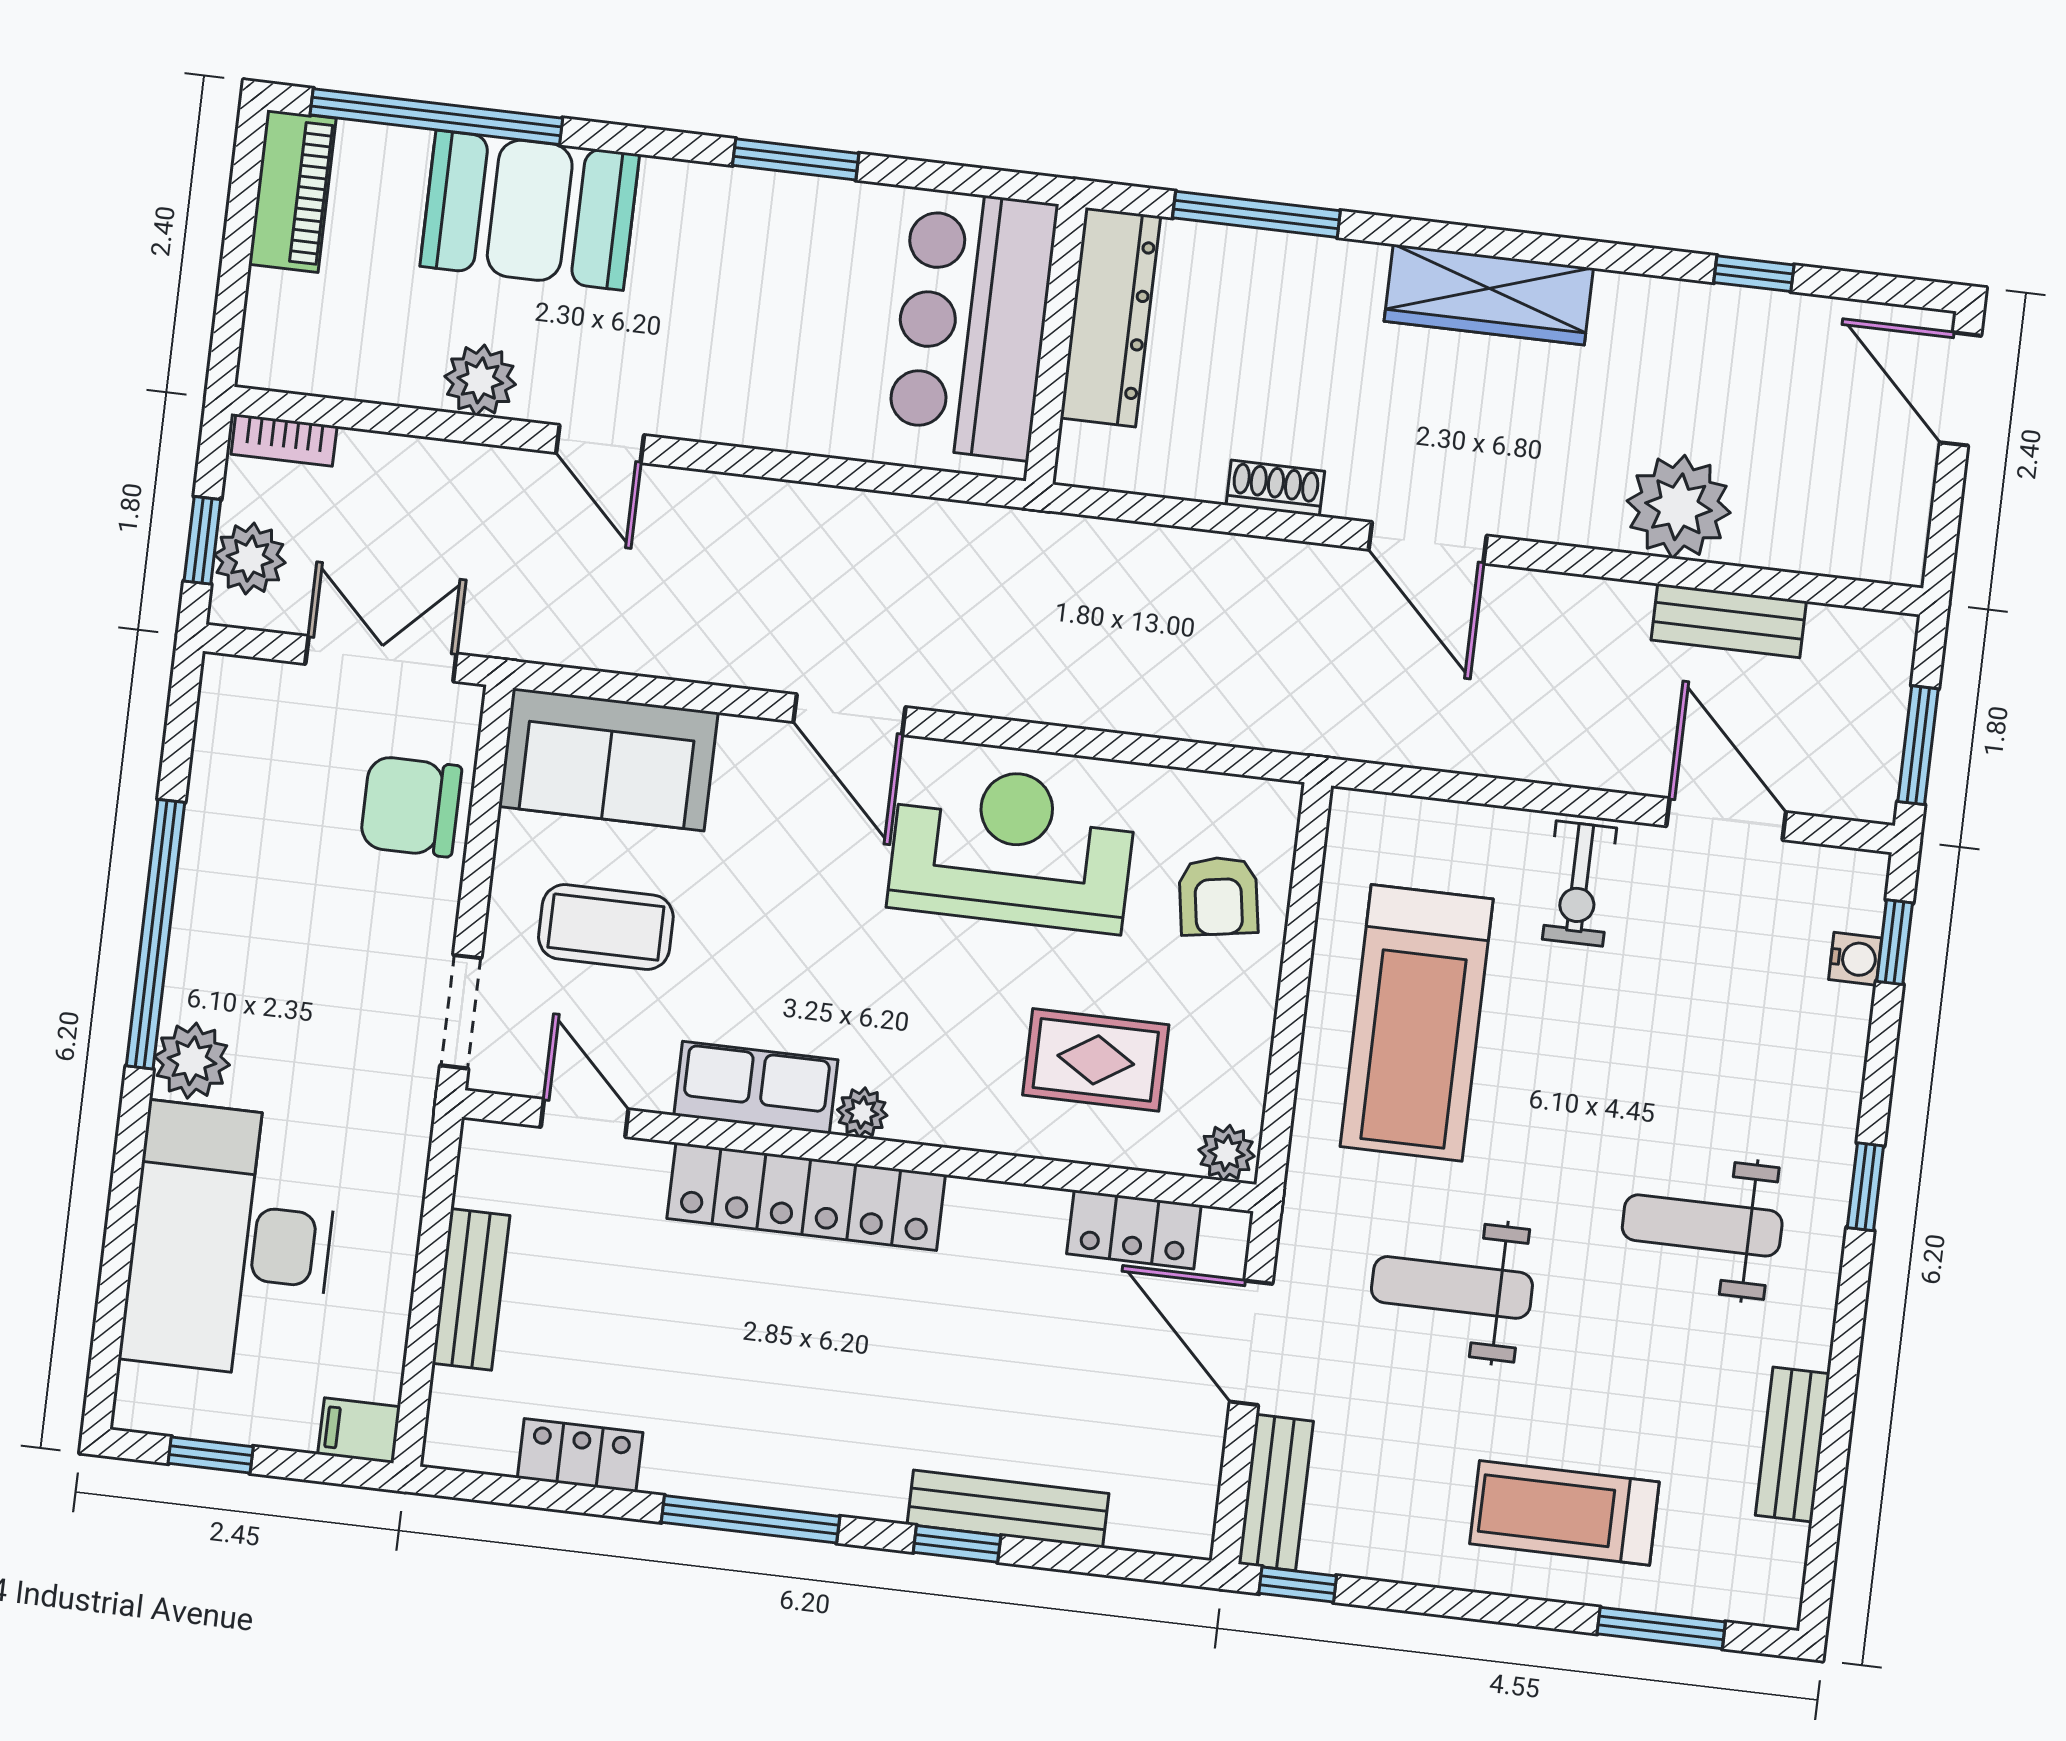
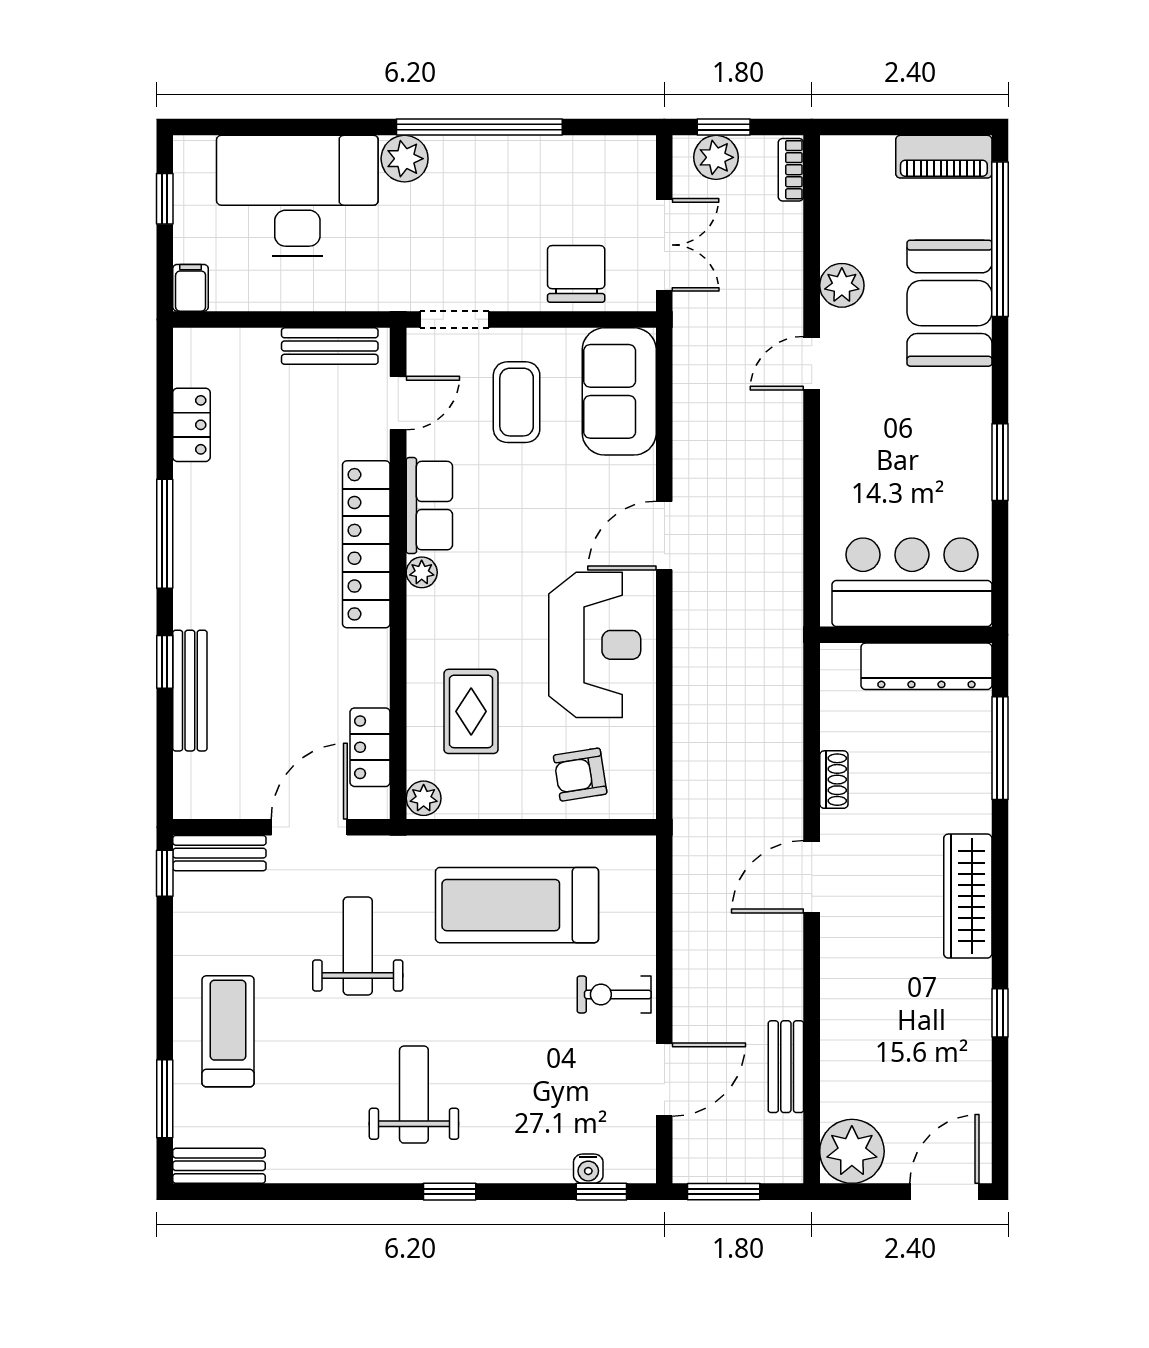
window: (1754, 274) -> (1000, 1013), moved
plant: (1679, 507) -> (852, 1151), moved
bench: (471, 1289) -> (330, 346), moved
bench: (1793, 1445) -> (219, 1166), moved

